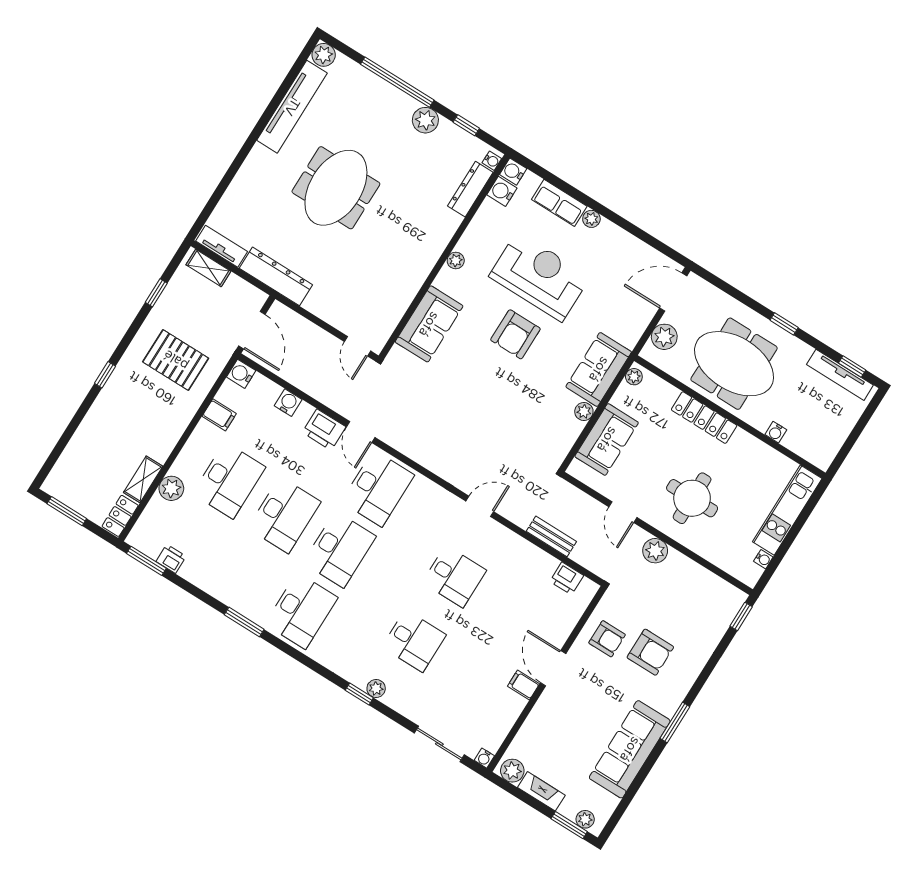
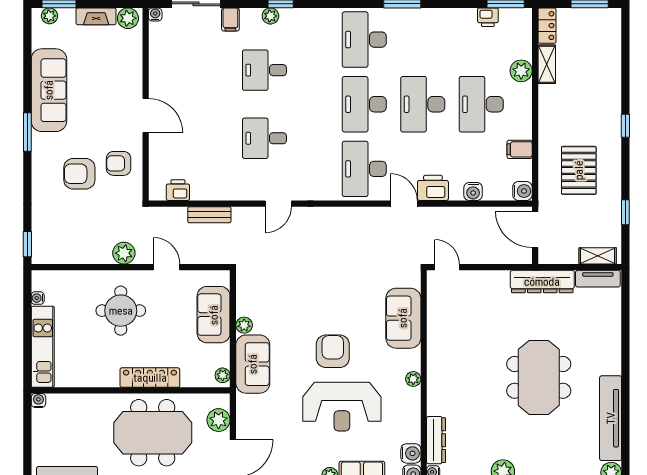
pallet: (176, 360) -> (579, 170), turned 90
water cooler: (776, 432) -> (38, 401), moved
filing cabinet: (524, 685) -> (230, 19), moved, turned 90

